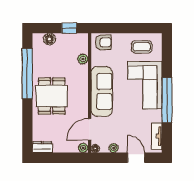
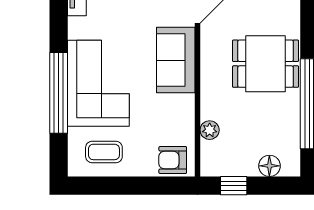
sofa: (102, 91) -> (176, 60), width x0.73
dining table: (52, 96) -> (266, 64), turned 90
window: (167, 100) -> (59, 93), moved

